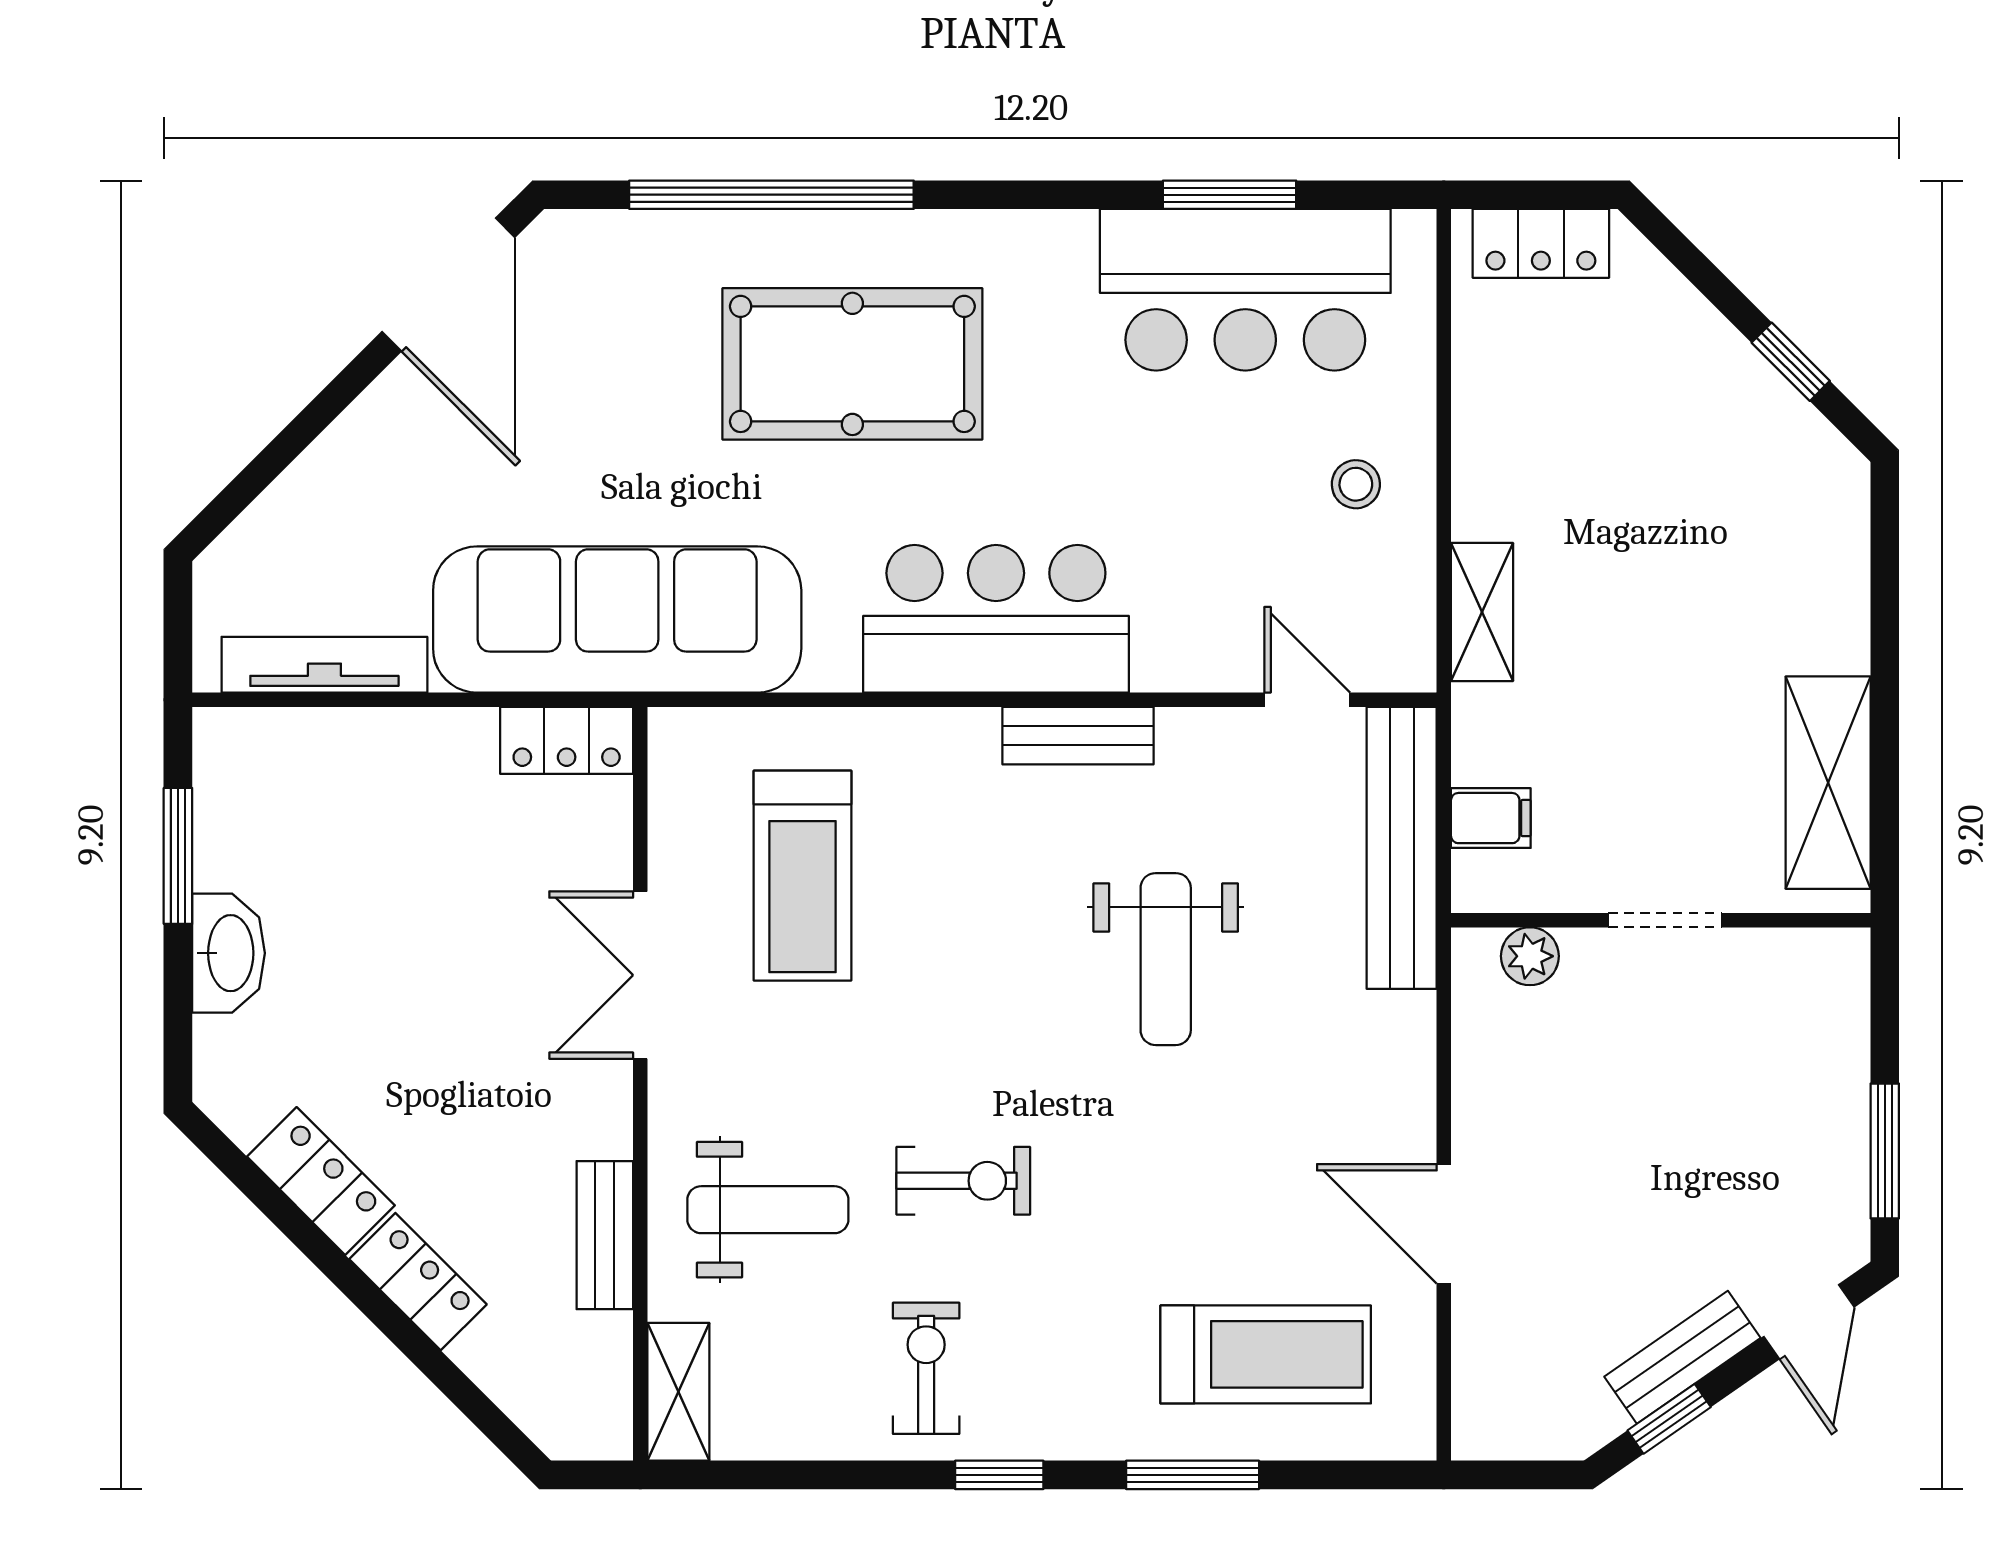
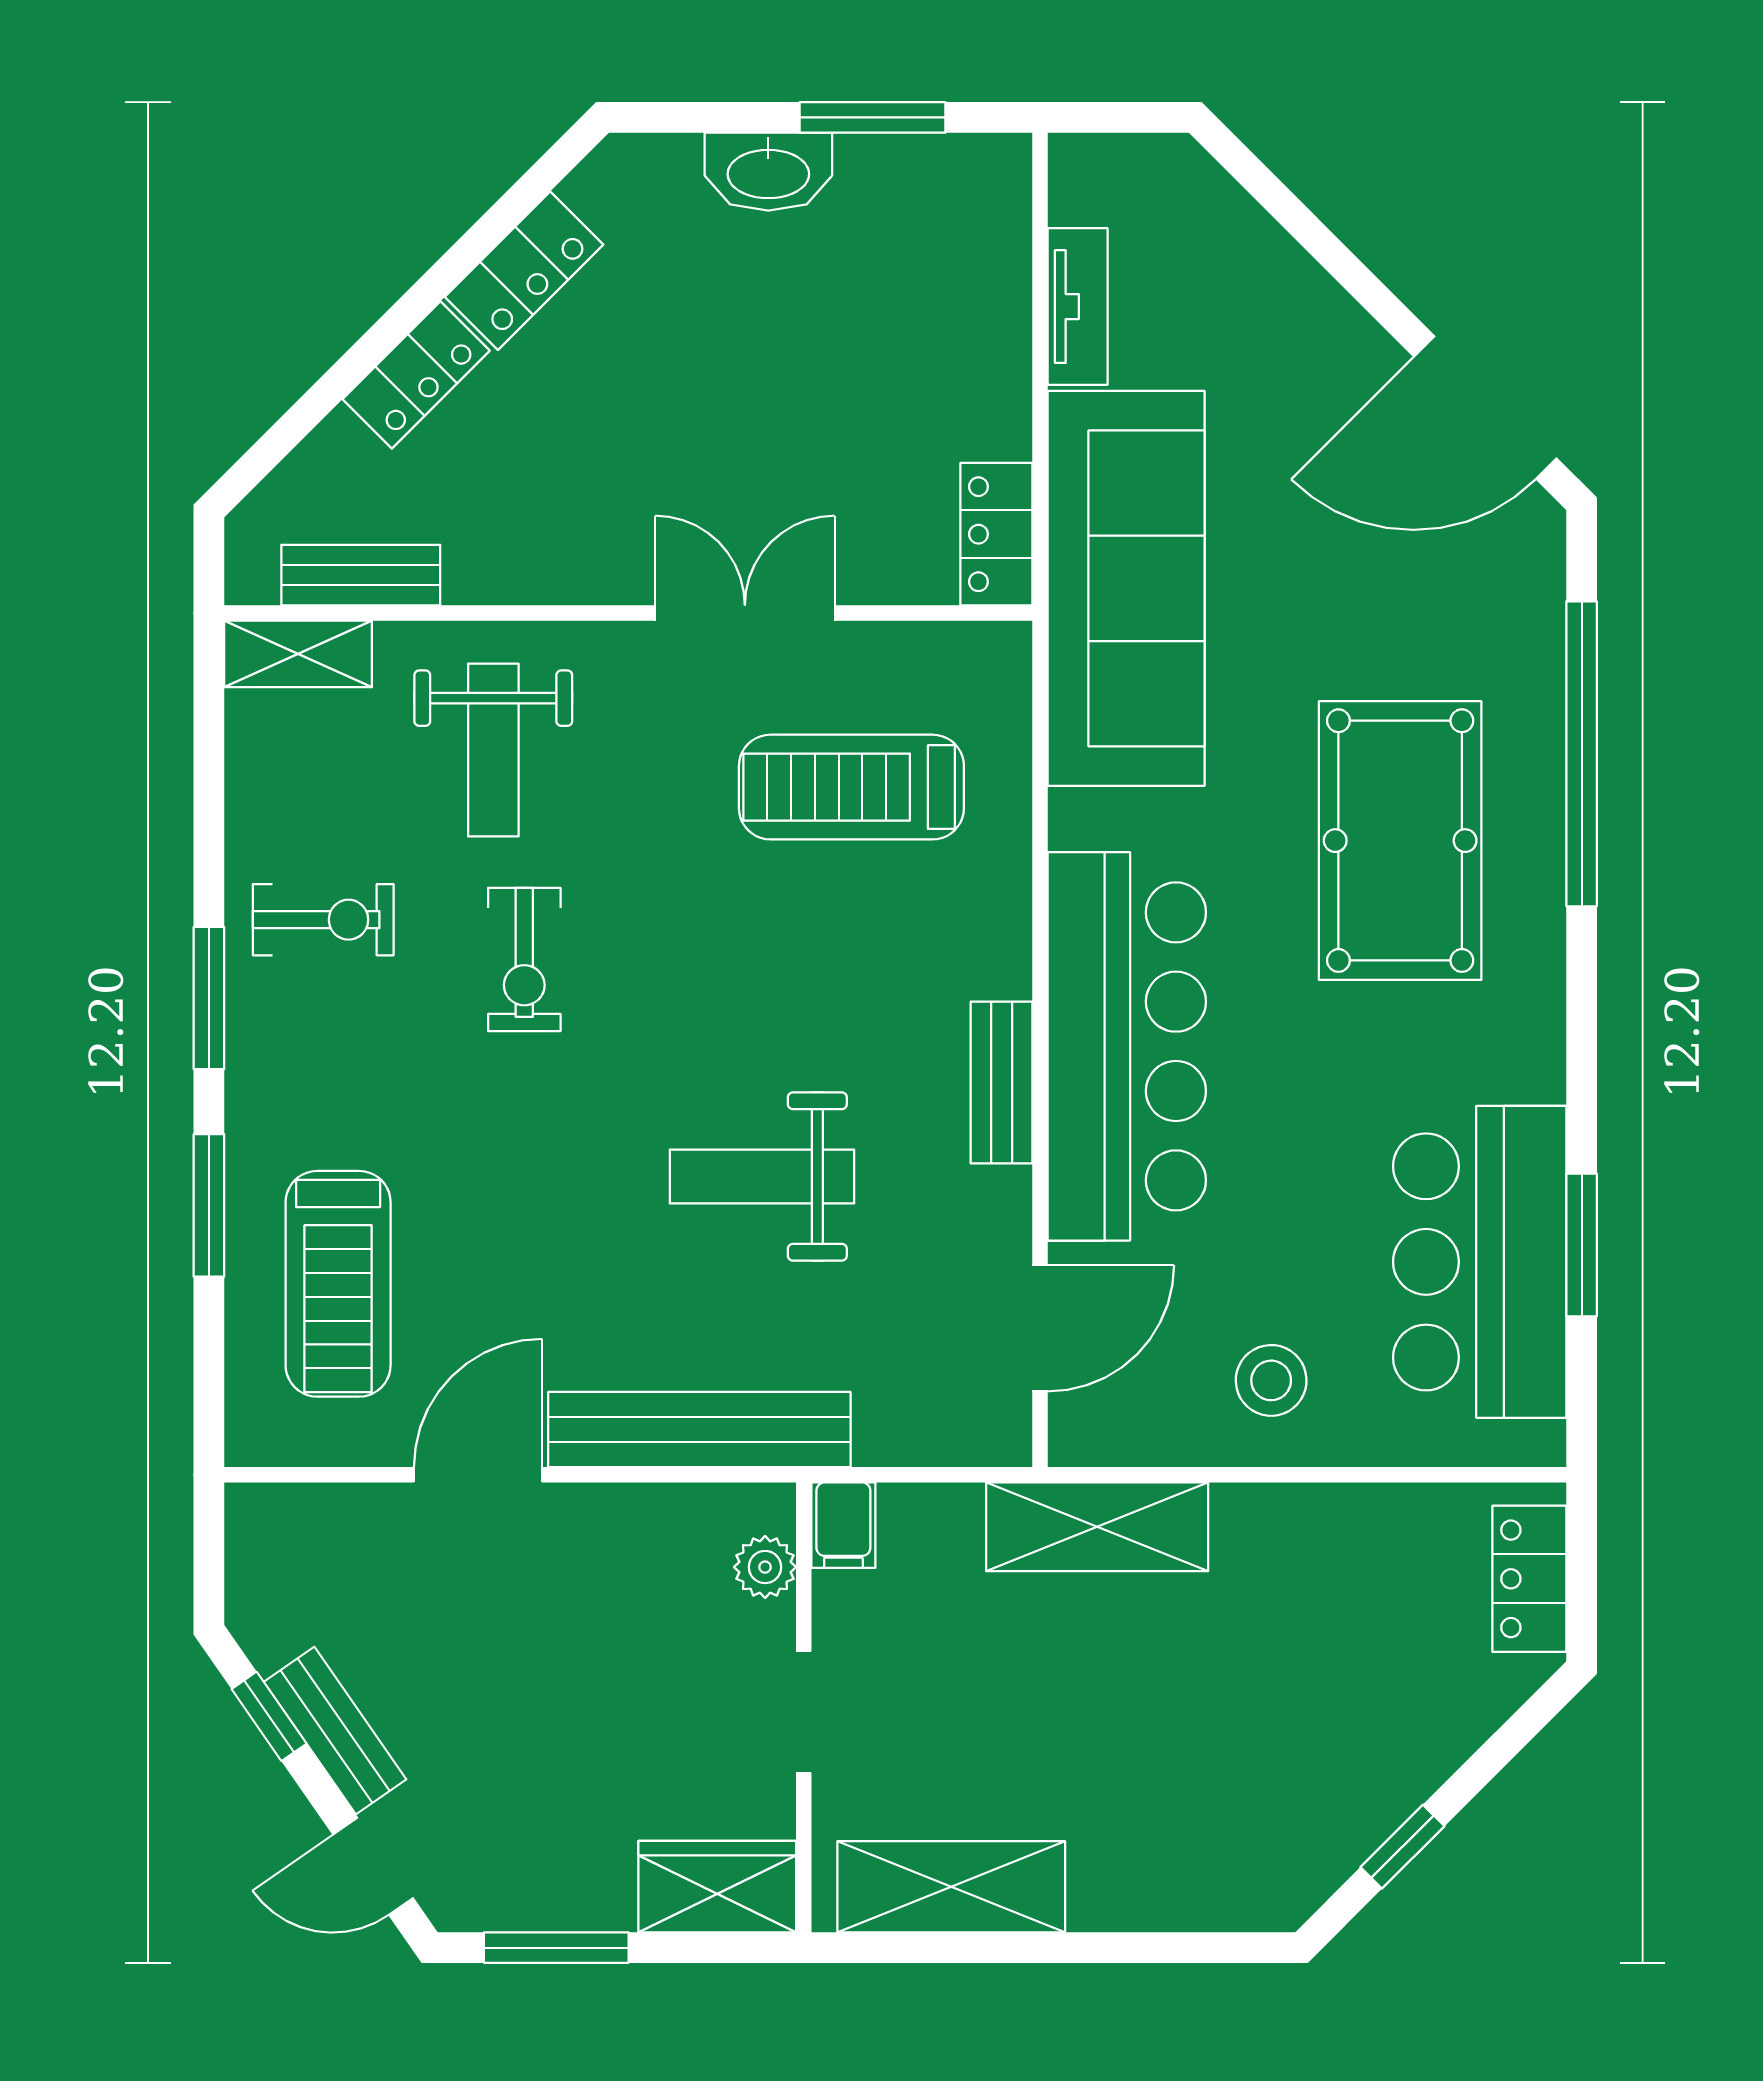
stool: (1356, 484) -> (1271, 1380), width x1.37, depth x1.37
shelving: (1482, 612) -> (1097, 1527), width x1.50, depth x1.33
bar counter: (996, 619) -> (1127, 1046), width x1.36
tv unit: (324, 665) -> (1078, 307), width x0.71
door: (1307, 700) -> (1040, 1328), width x1.38
filing cabinet: (1491, 818) -> (843, 1525), moved
bench: (1402, 848) -> (699, 1430), moved
wardrobe: (1828, 1001) -> (717, 1887), added
bench: (605, 1235) -> (361, 575), moved
window: (999, 1475) -> (209, 998), width x1.50

